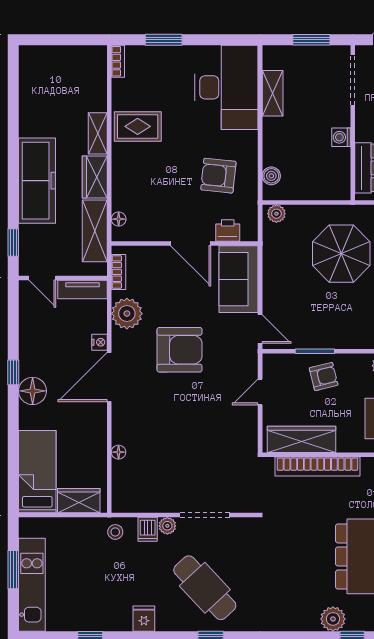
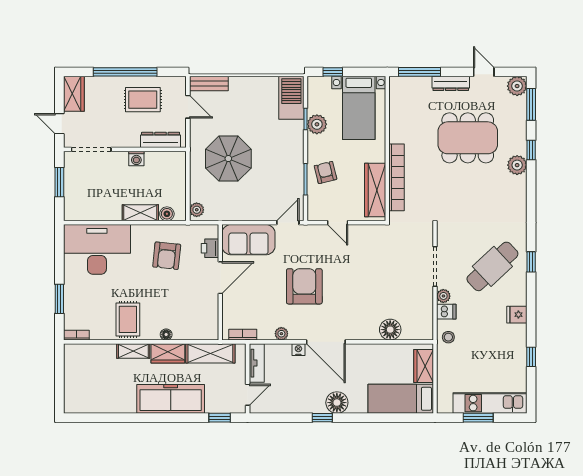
shelving: (273, 93) -> (140, 213), moved
floor lamp: (119, 219) -> (166, 334), moved
plant: (127, 314) -> (281, 334), width x0.53, depth x0.53
floor lamp: (119, 452) -> (390, 330), width x1.89, depth x1.89

